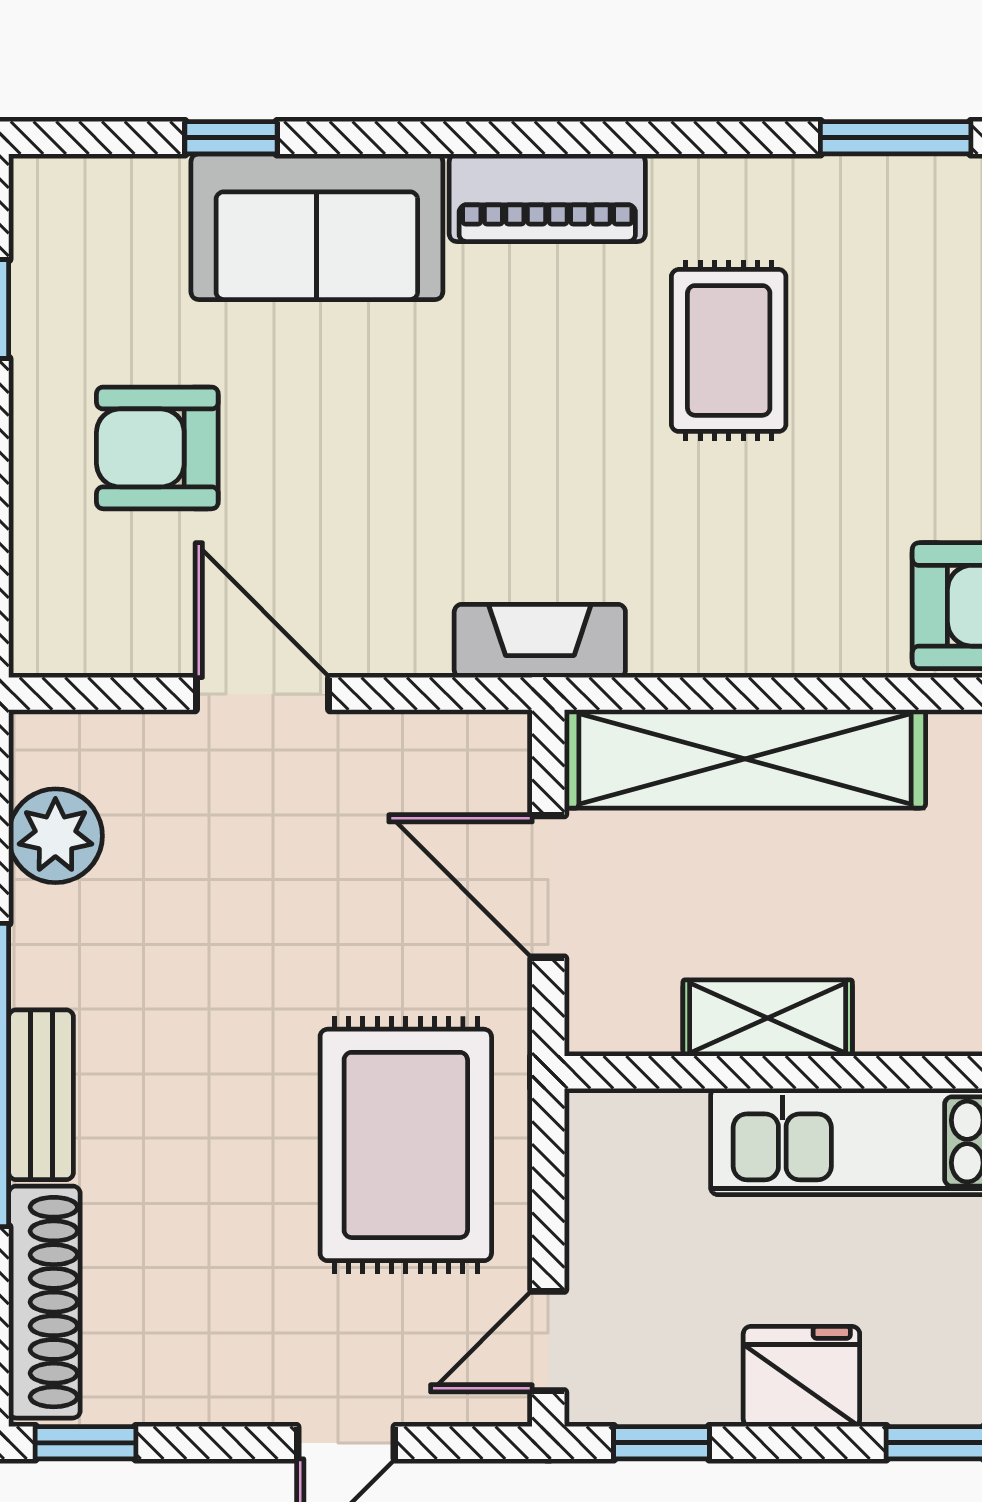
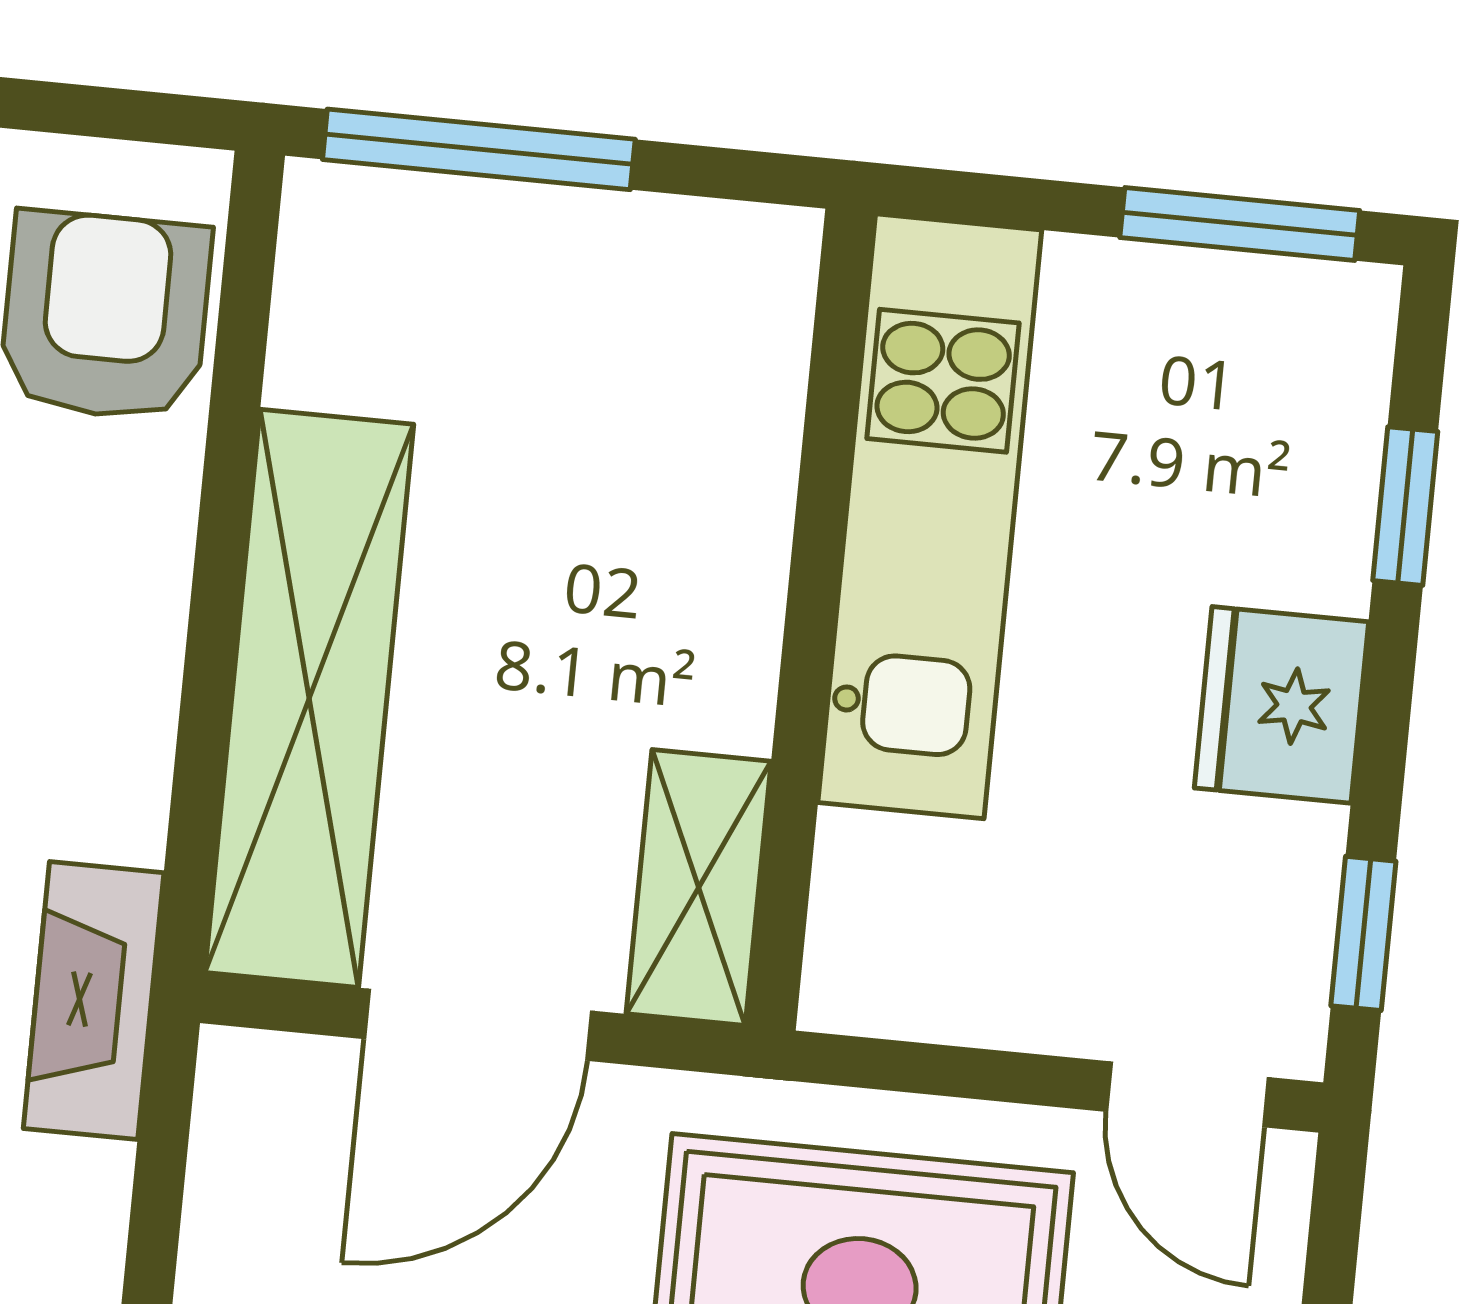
shelving: (768, 1018) -> (699, 888), moved

